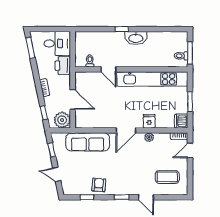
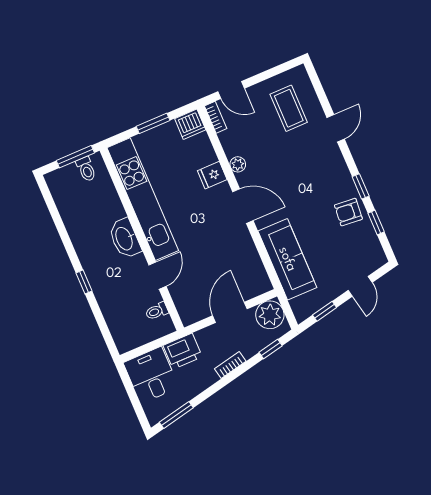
washbasin: (136, 38) -> (125, 238), moved, turned 180
window: (122, 197) -> (361, 186), moved

